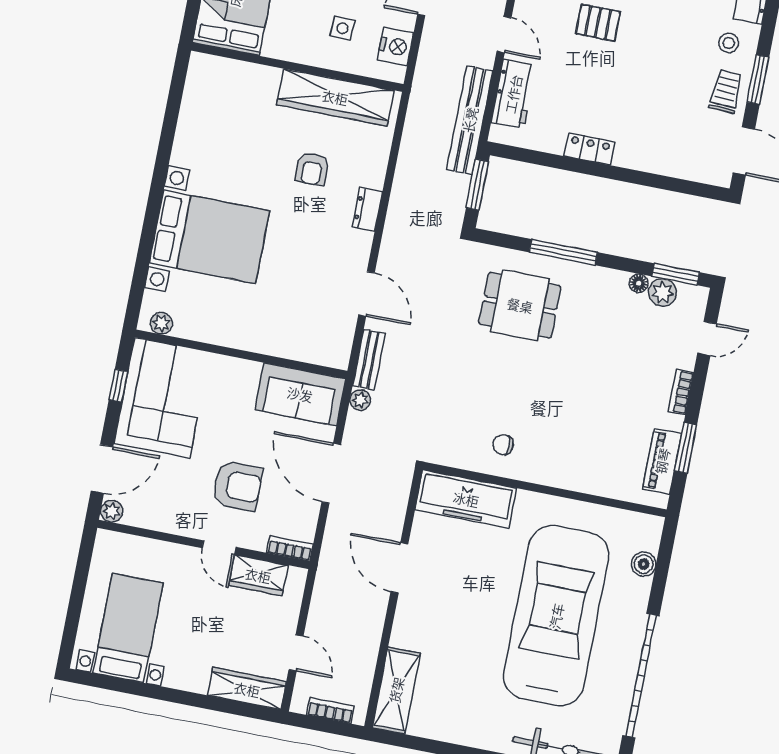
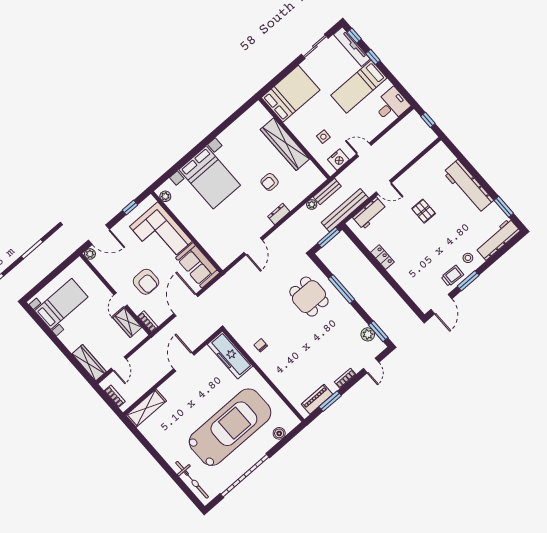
door: (504, 35) -> (384, 187), hinge flipped
wardrobe: (335, 97) -> (285, 144), moved
floor lamp: (639, 283) -> (361, 324), removed
door: (707, 339) -> (371, 365), hinge flipped
bench: (369, 360) -> (327, 192), moved
corner sofa: (162, 398) -> (161, 234), moved, turned 90
plant: (360, 400) -> (312, 205), moved

